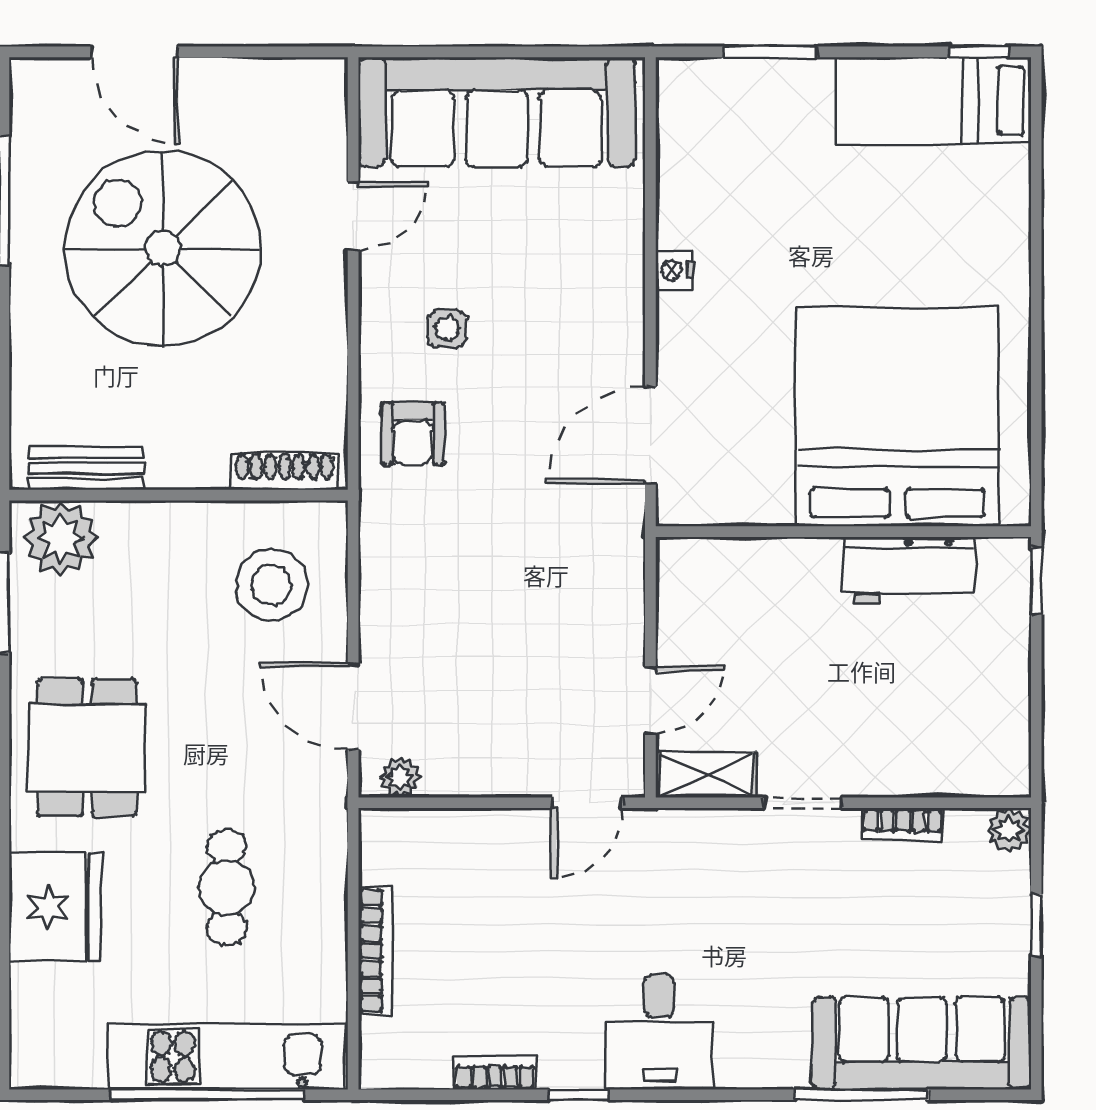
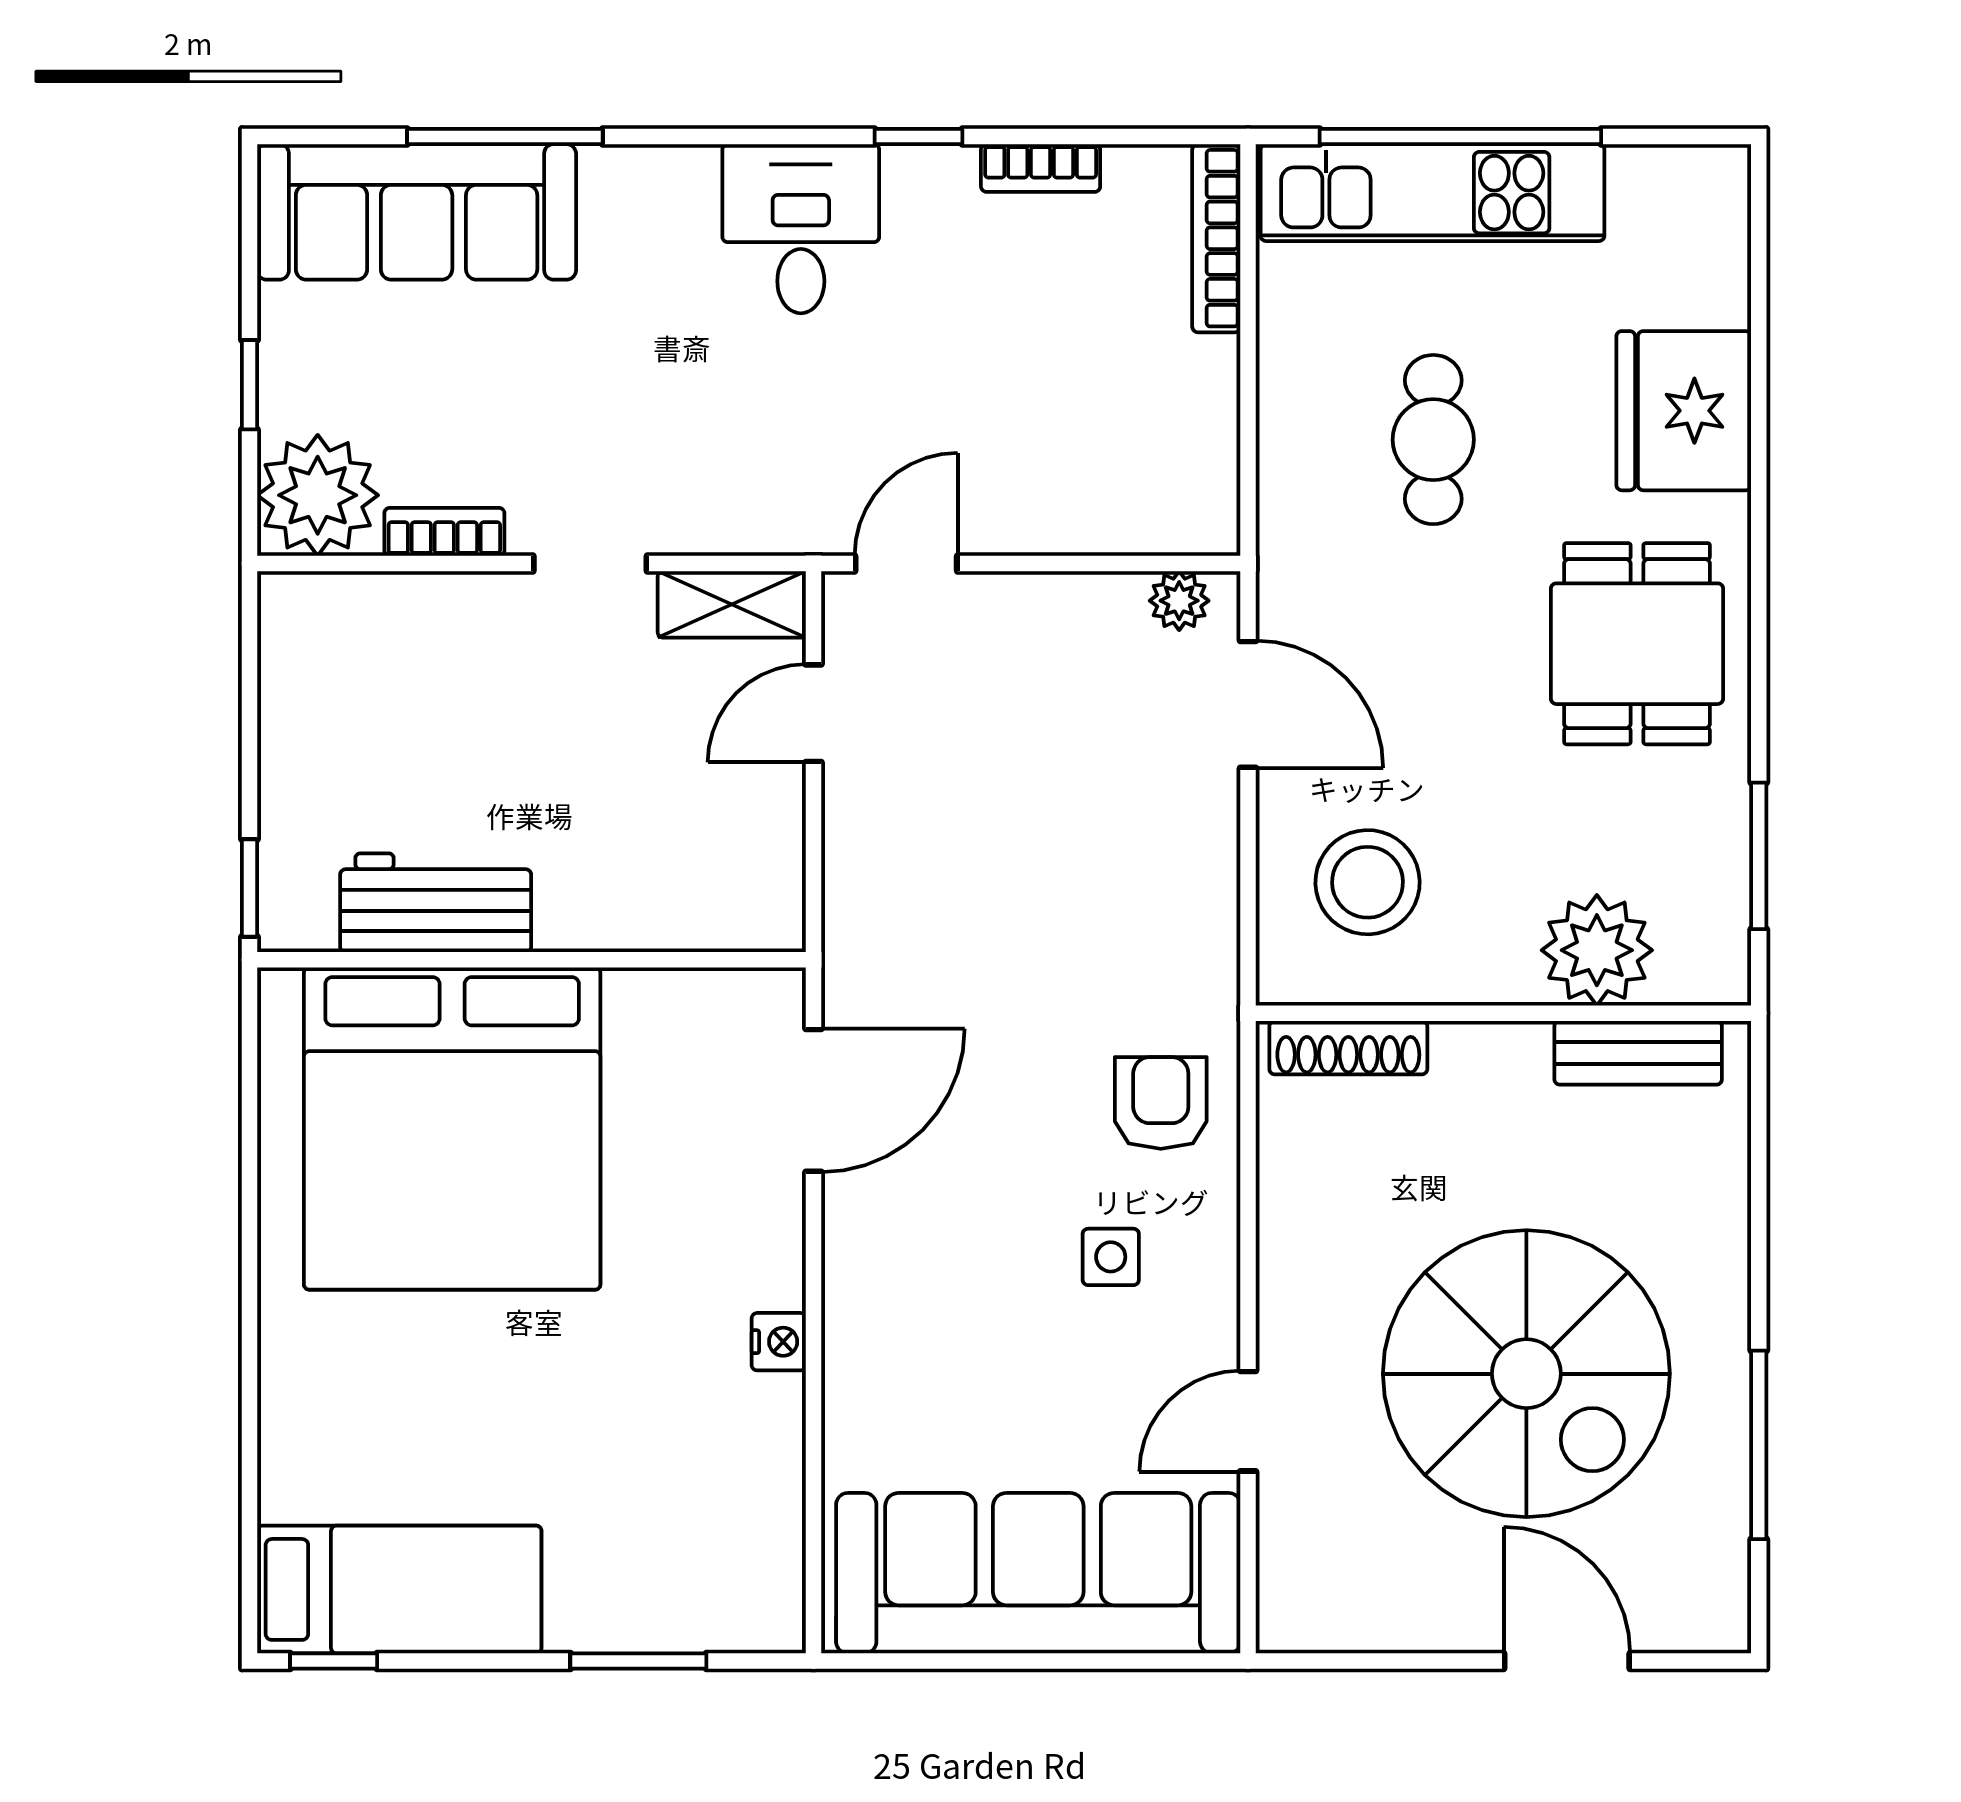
plant: (61, 538) -> (1597, 950), moved
plant: (1009, 830) -> (318, 495), width x1.88, depth x1.88
bookcase: (375, 951) -> (1216, 238), moved

